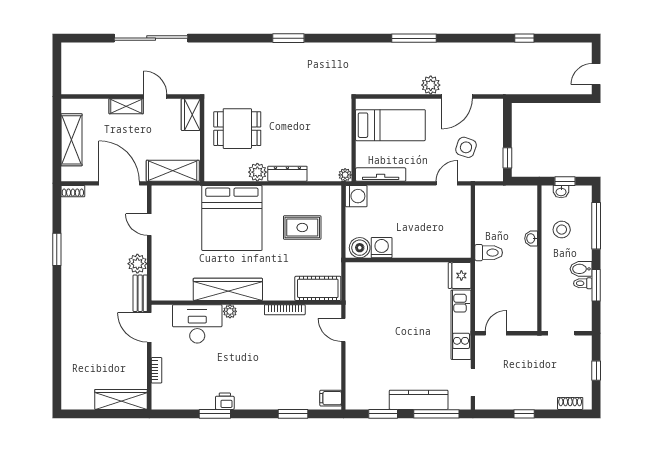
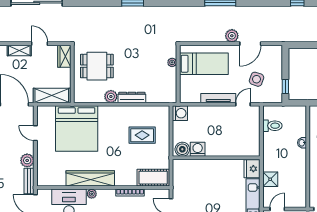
plant: (345, 175) -> (172, 62), moved
tv unit: (381, 175) -> (218, 98), moved
bed: (232, 218) -> (77, 129), moved
toilet: (489, 253) -> (272, 126), moved
shower: (485, 291) -> (270, 179), added

